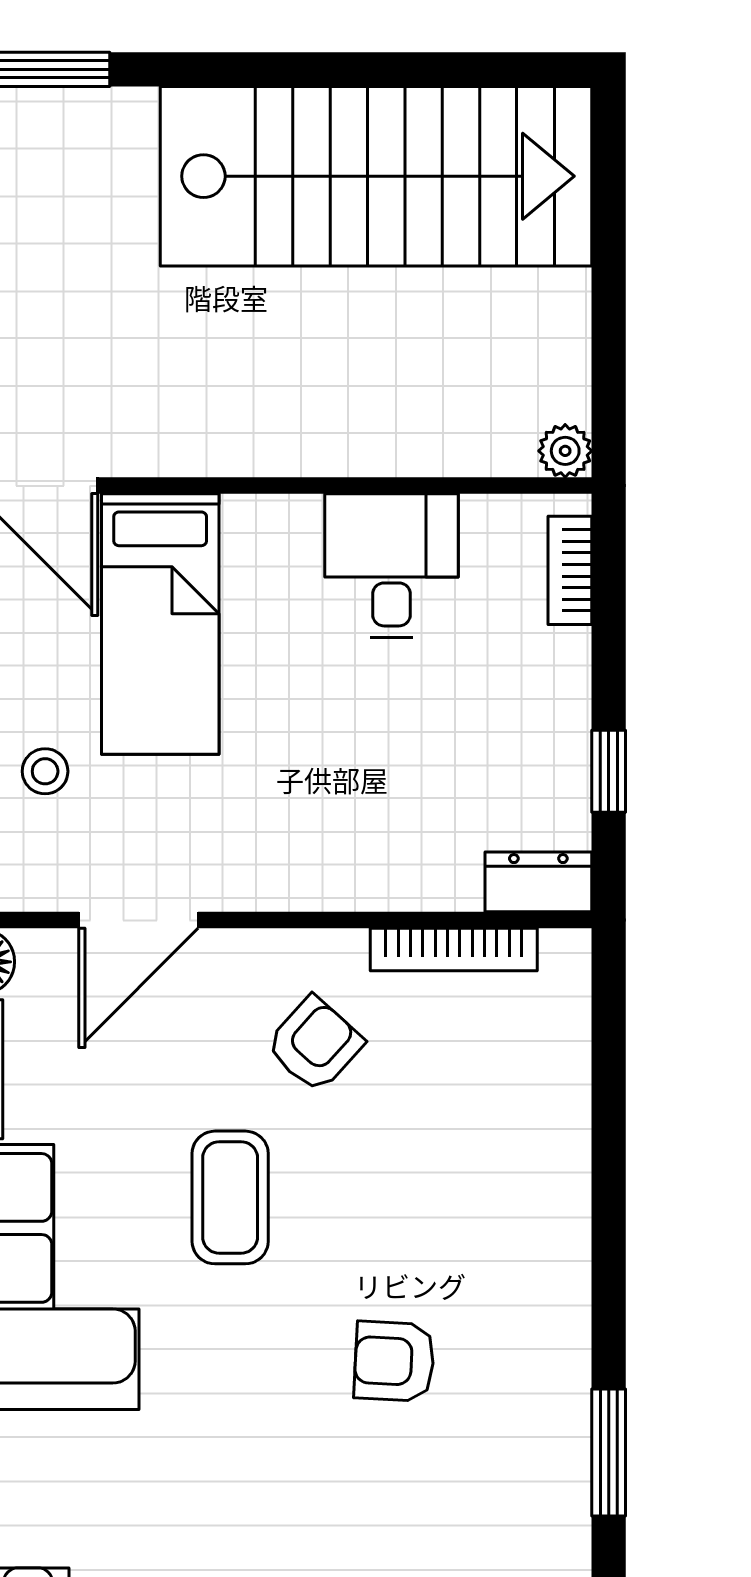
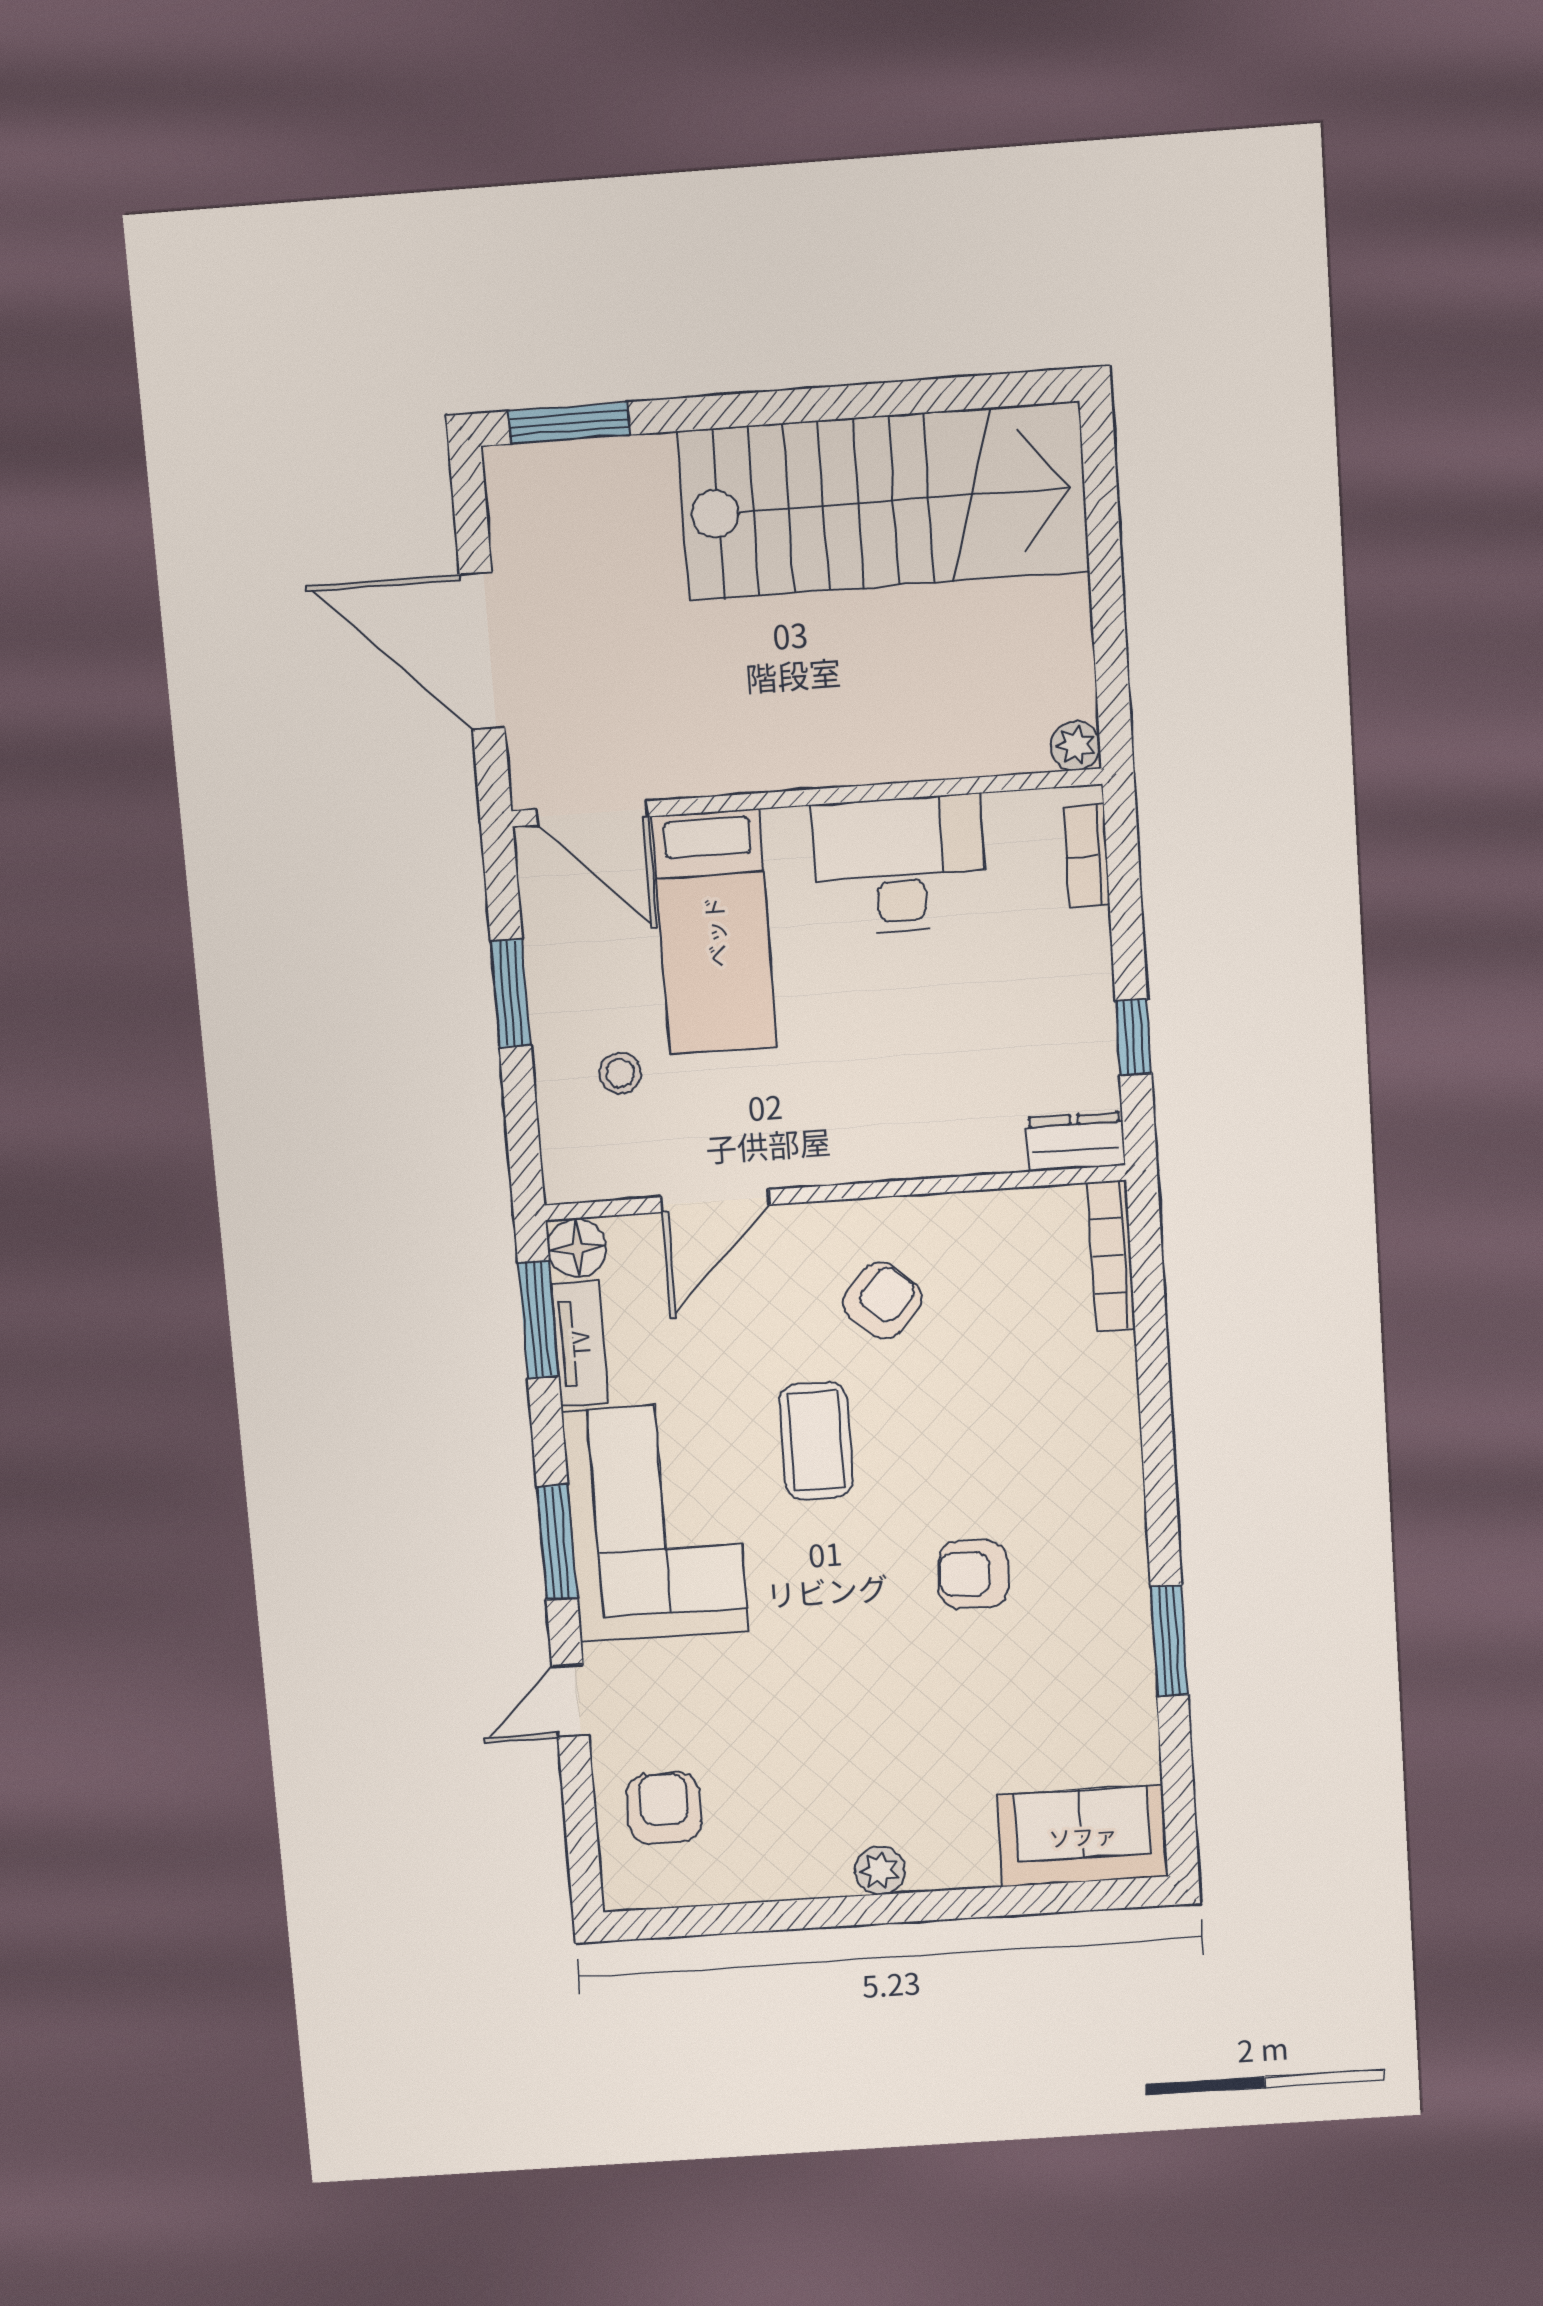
desk: (391, 566) -> (900, 865), width x1.37
bookcase: (454, 950) -> (1111, 1256), moved, turned 90

